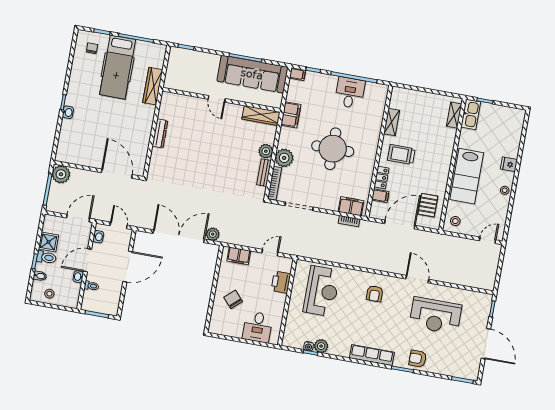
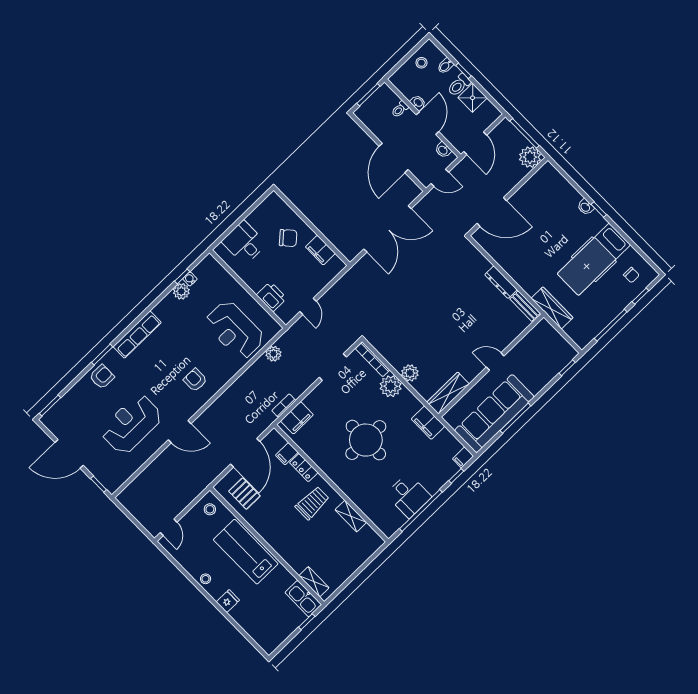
hospital bed: (118, 67) -> (594, 259), moved, turned -90
bench: (264, 173) -> (525, 306), moved
plant: (213, 234) -> (273, 354), moved
filing cabinet: (239, 256) -> (320, 250), moved, turned -90

